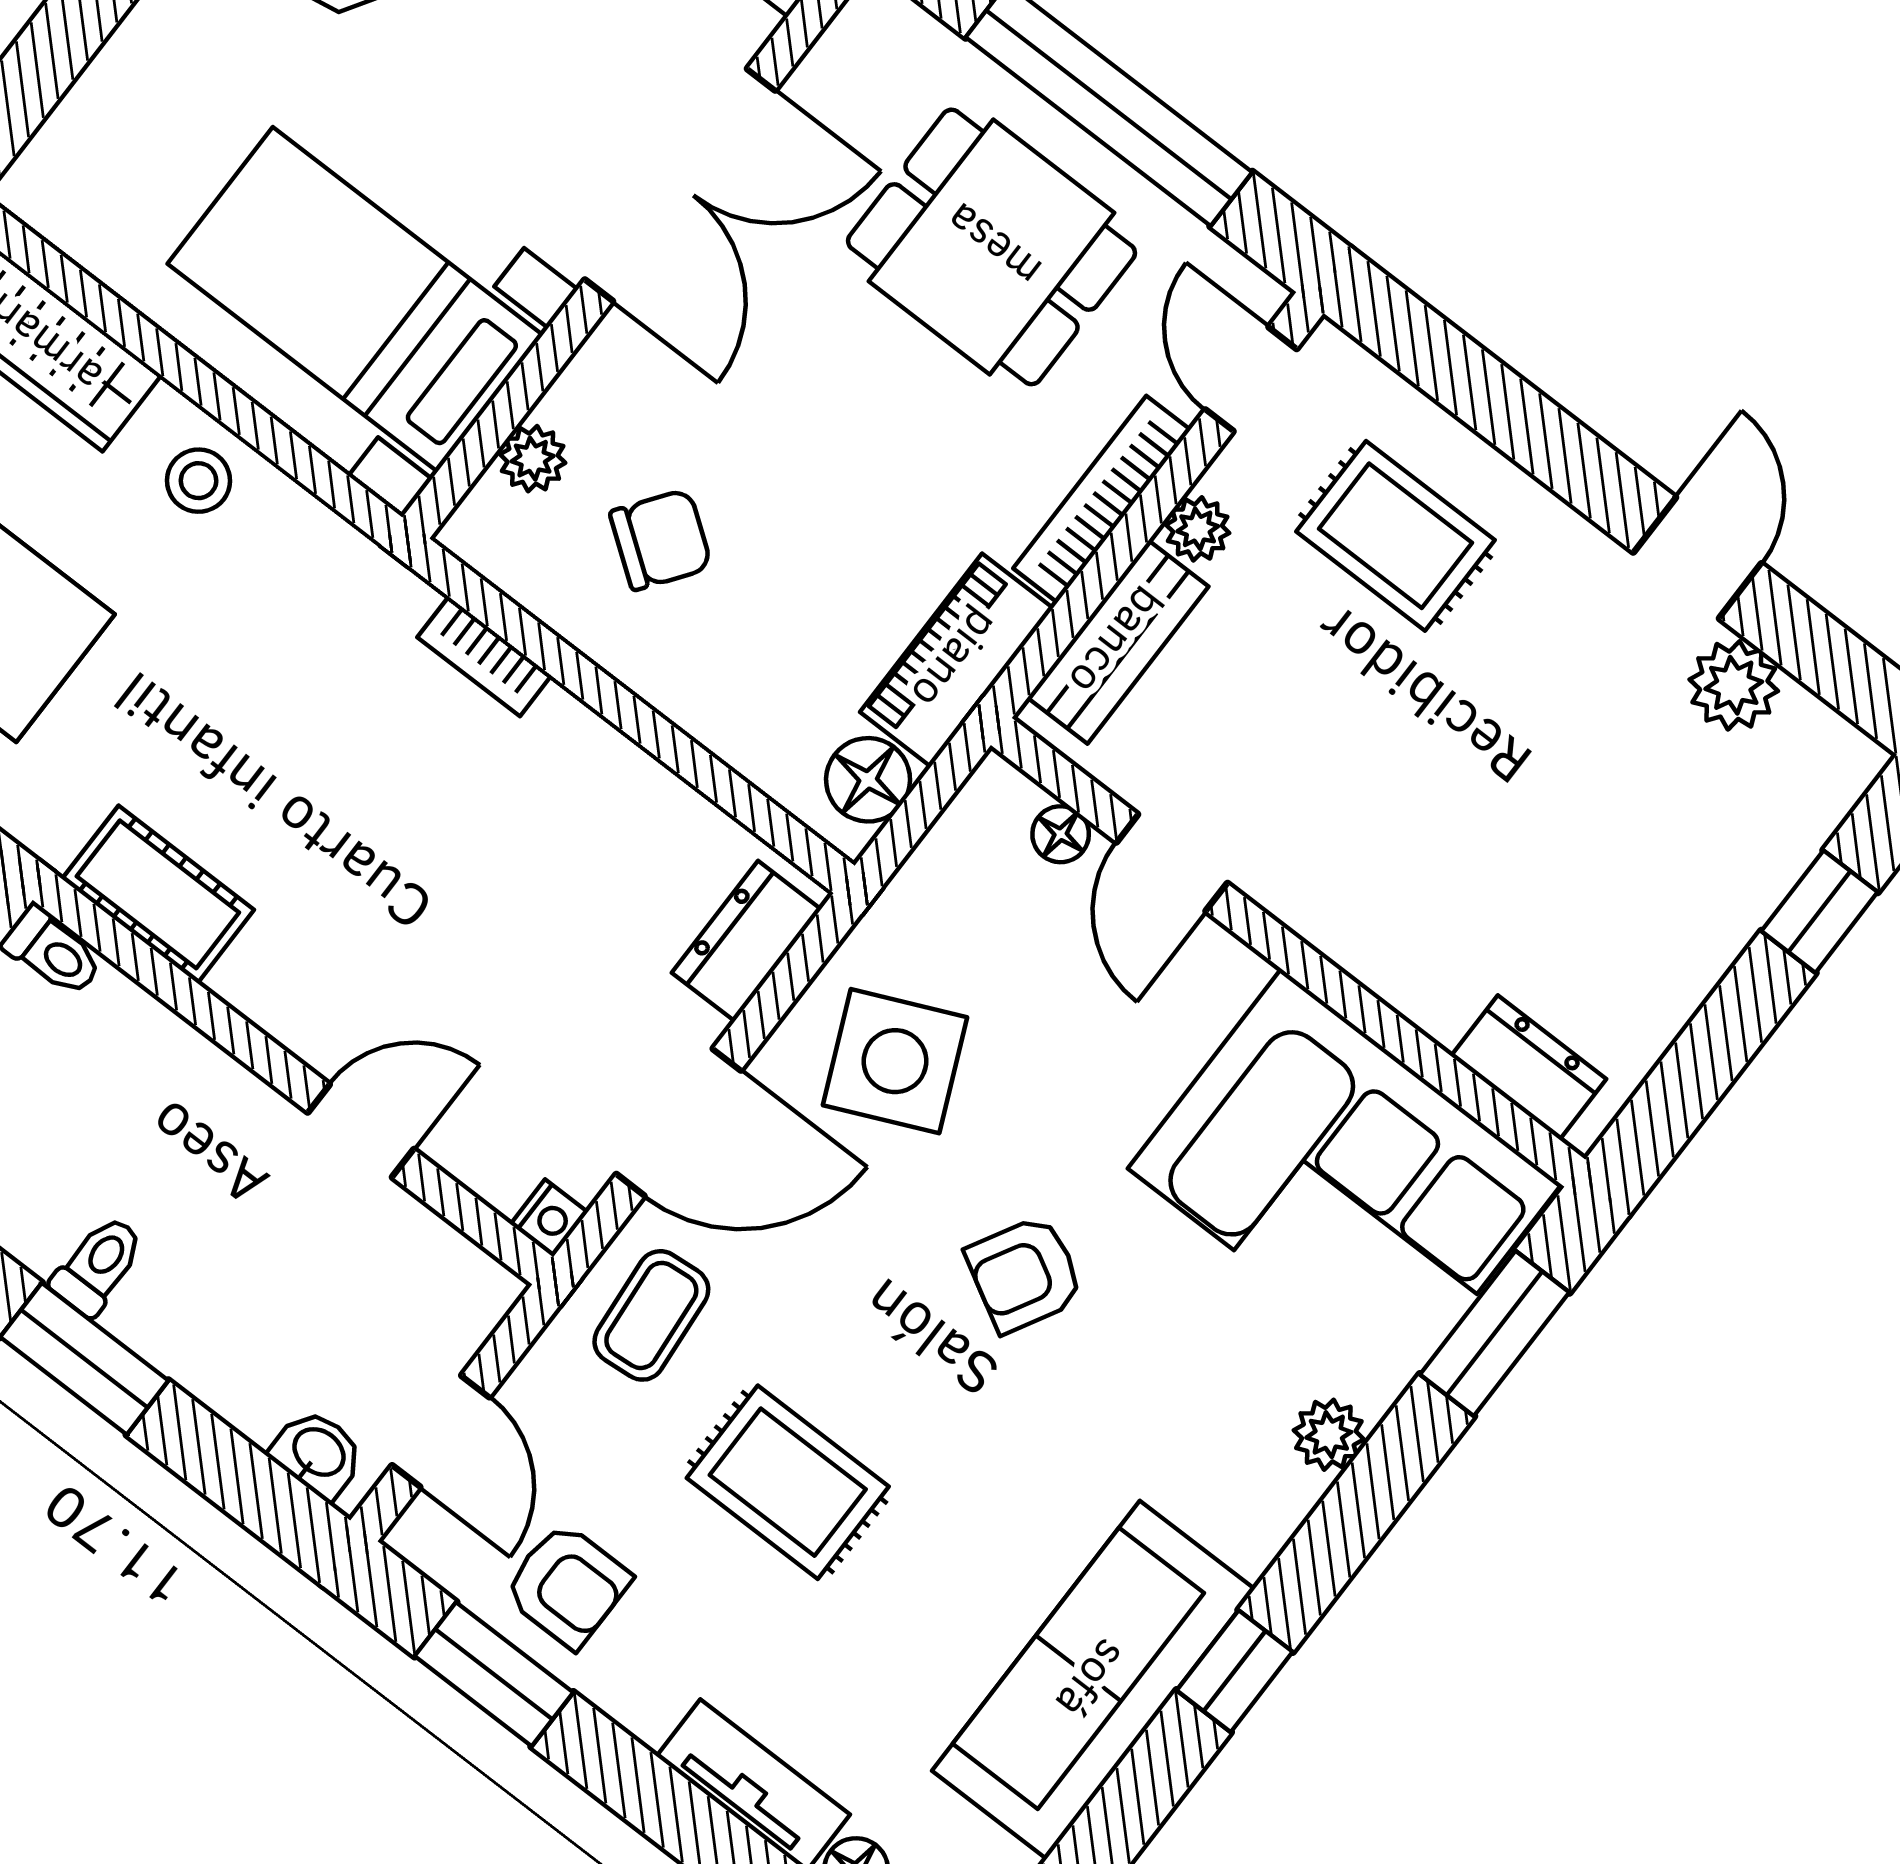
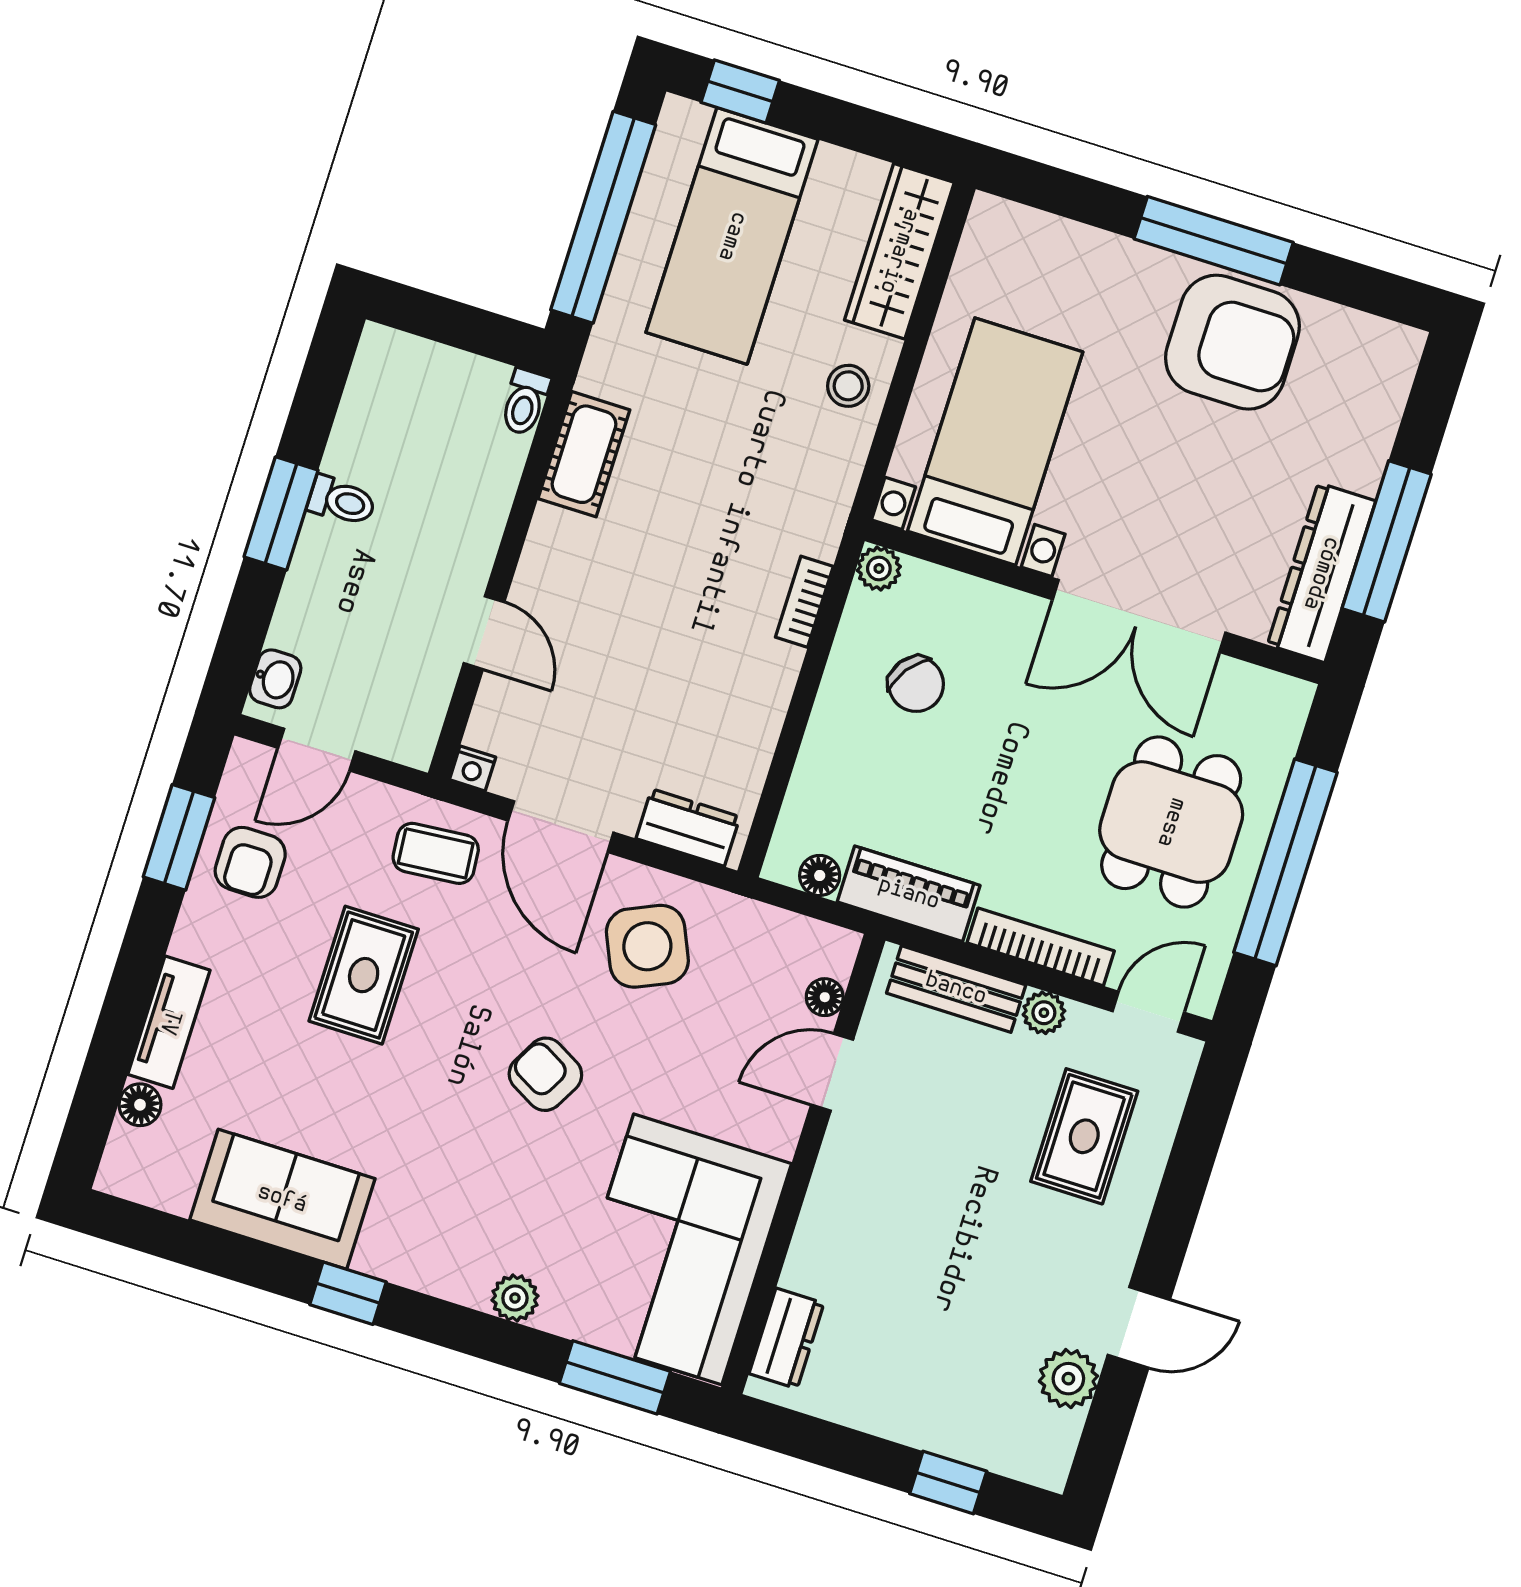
plant: (533, 459) -> (879, 568), moved
floor lamp: (868, 780) -> (820, 875), width x0.73, depth x0.73
sofa: (1093, 1680) -> (282, 1199), width x0.73

